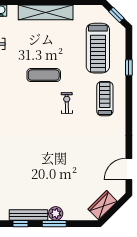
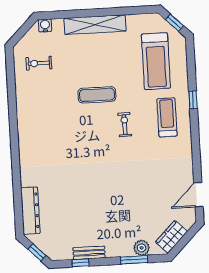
window: (129, 68) -> (193, 100), moved
plant: (56, 213) -> (142, 248), moved
bench: (29, 215) -> (89, 253), width x0.73
window: (54, 224) -> (134, 260), moved

